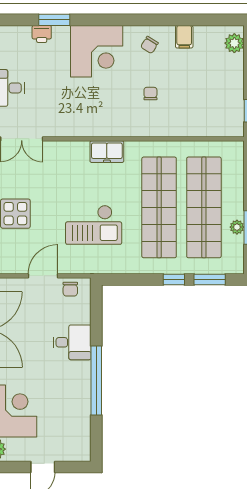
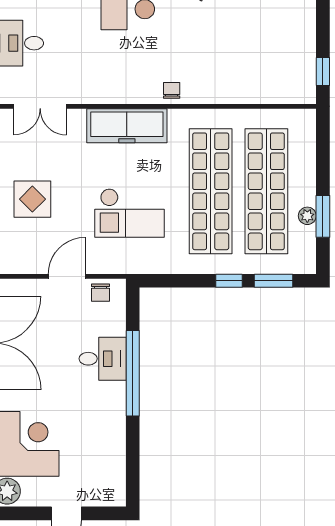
chair: (150, 94) -> (172, 90), moved
freezer: (107, 152) -> (127, 126), width x1.91, depth x1.26
window: (96, 380) -> (133, 373), moved

